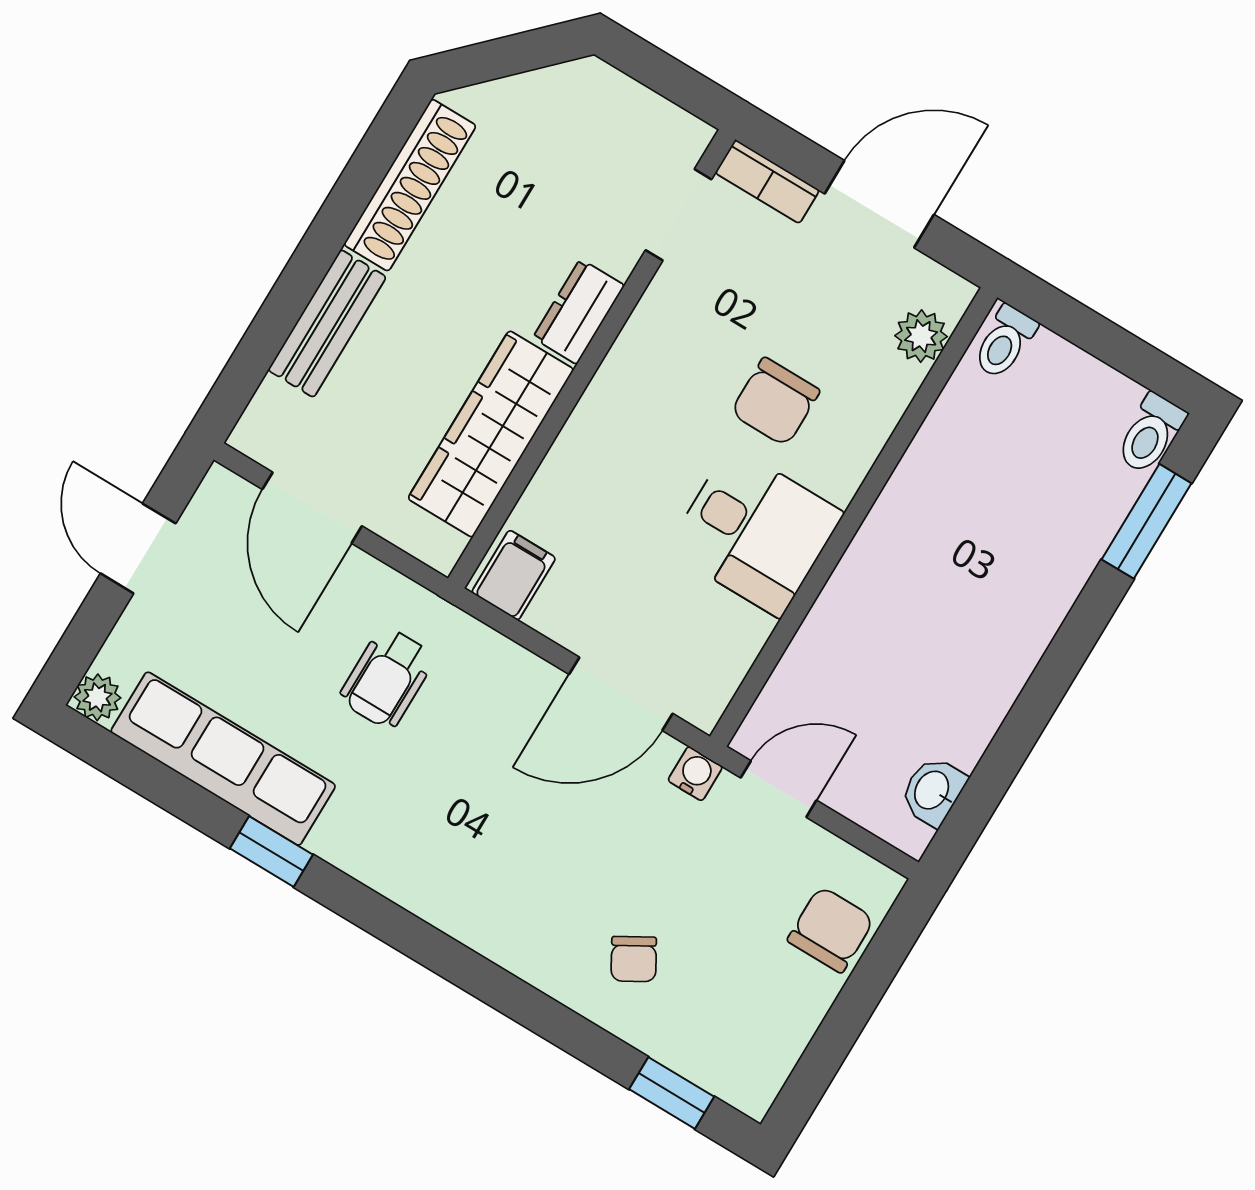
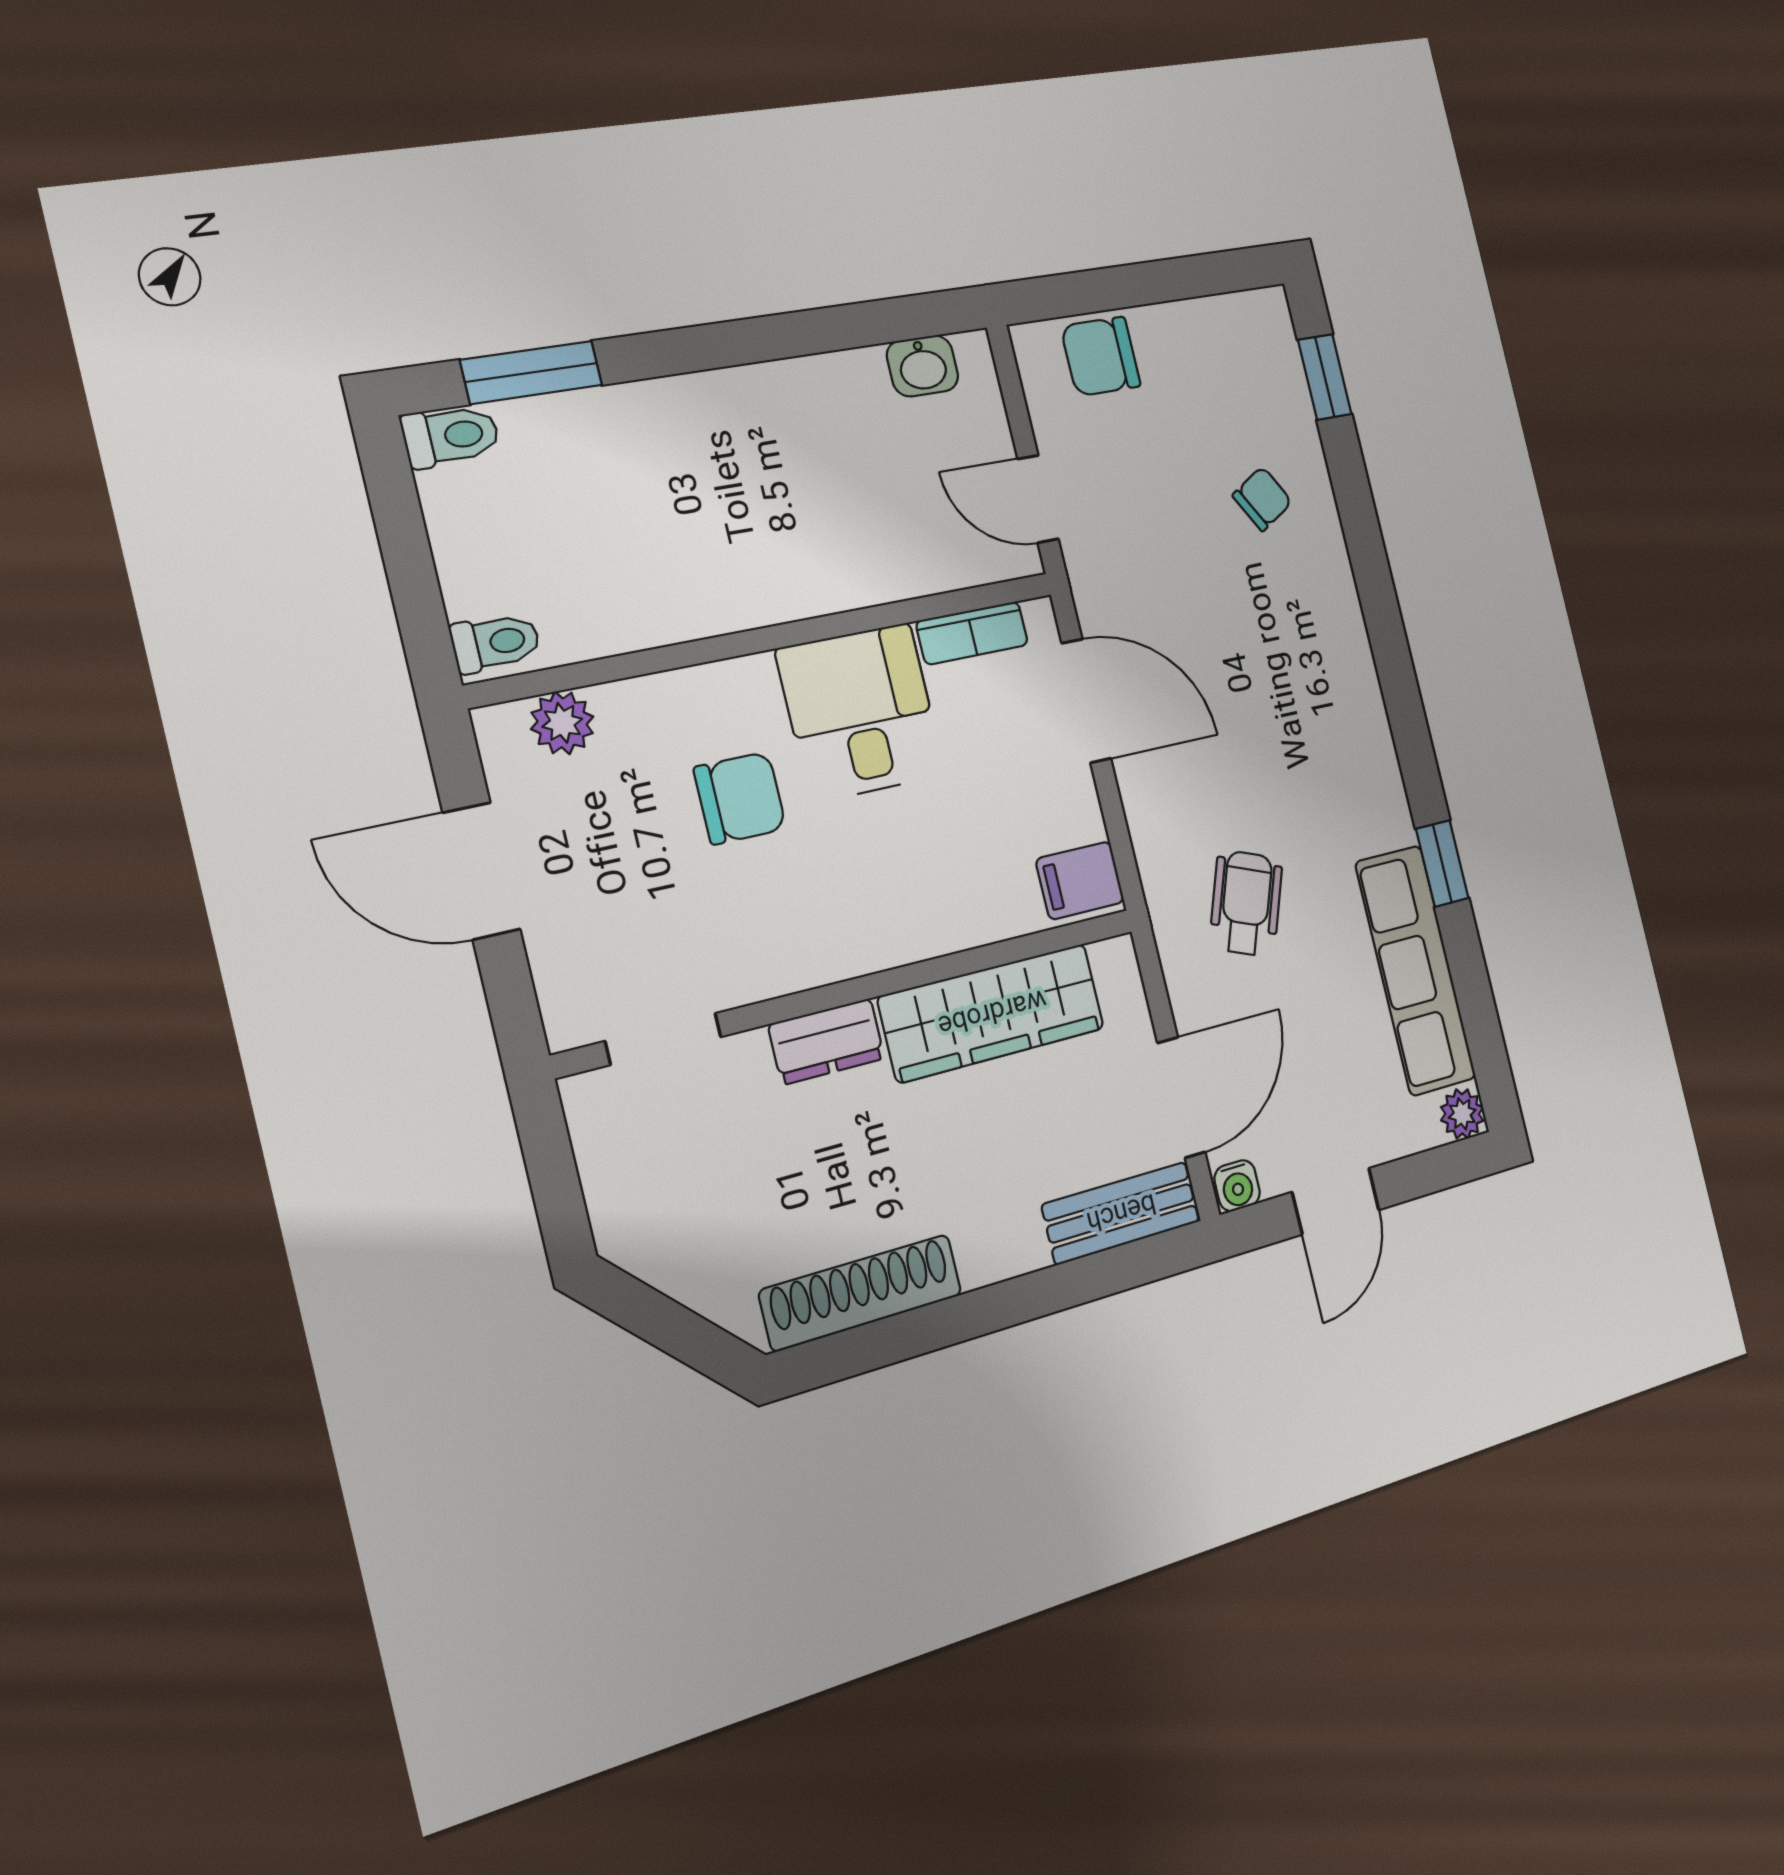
bookcase: (767, 182) -> (972, 633), moved, turned 90
bench: (327, 323) -> (1121, 1213), moved
wheelchair: (387, 678) -> (1246, 903), turned -69
water cooler: (695, 774) -> (1237, 1186), moved, turned -90

